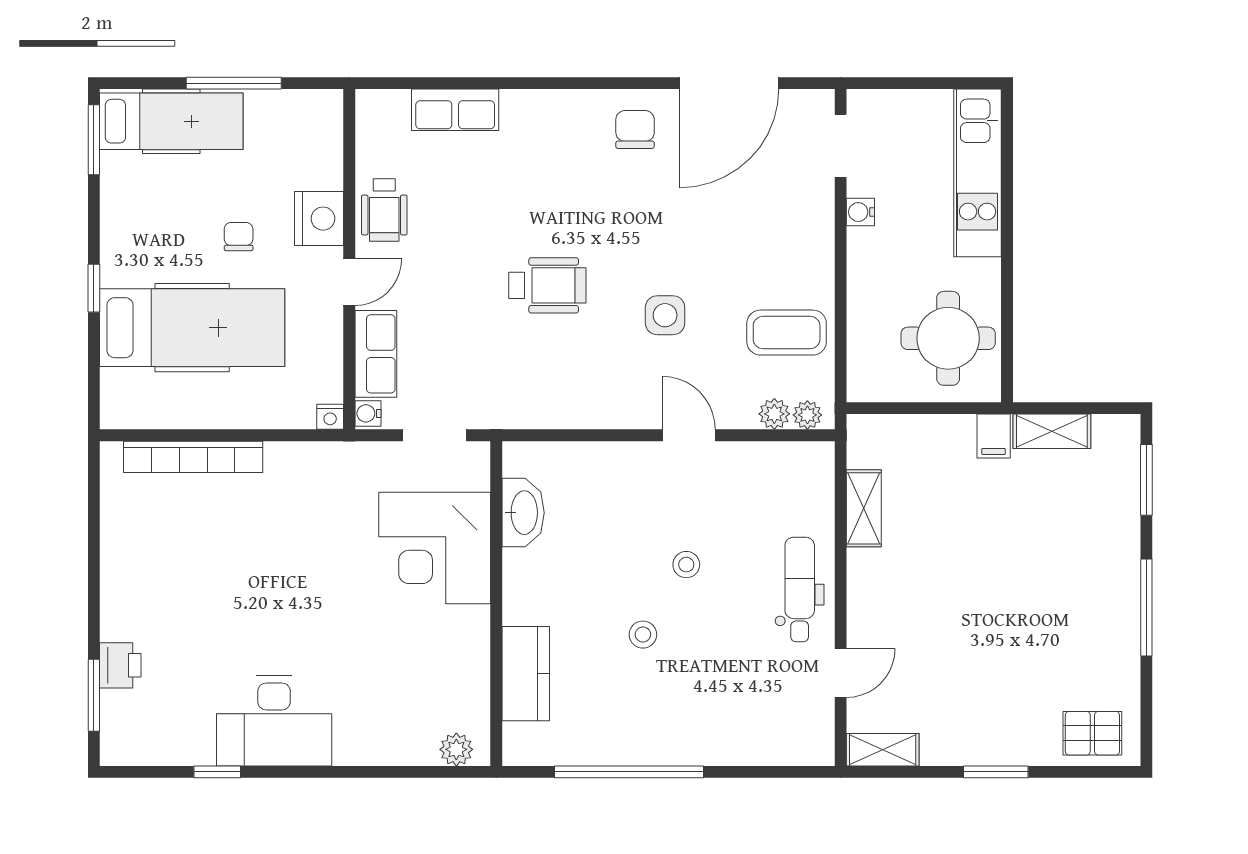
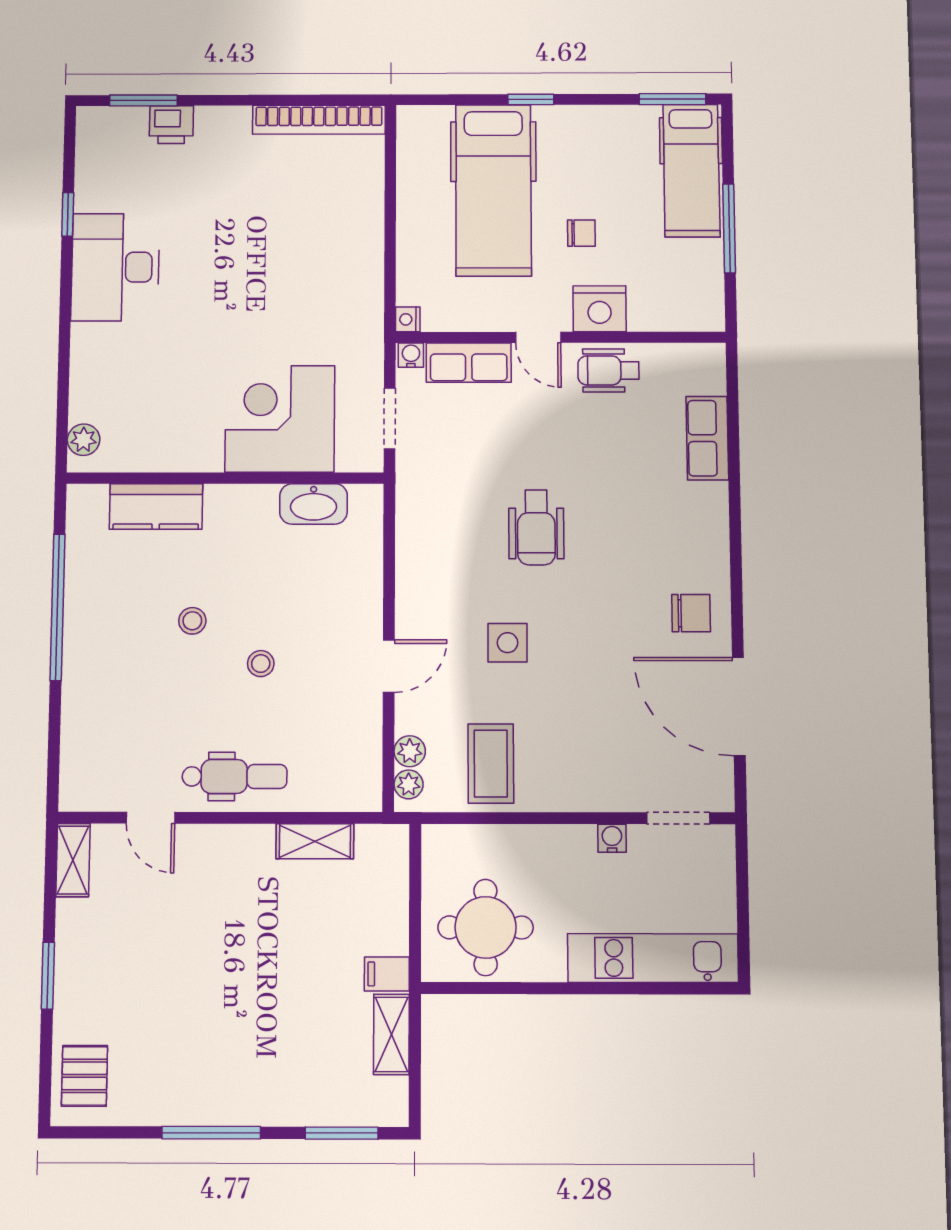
bookcase: (193, 457) -> (319, 120), moved, turned -90

